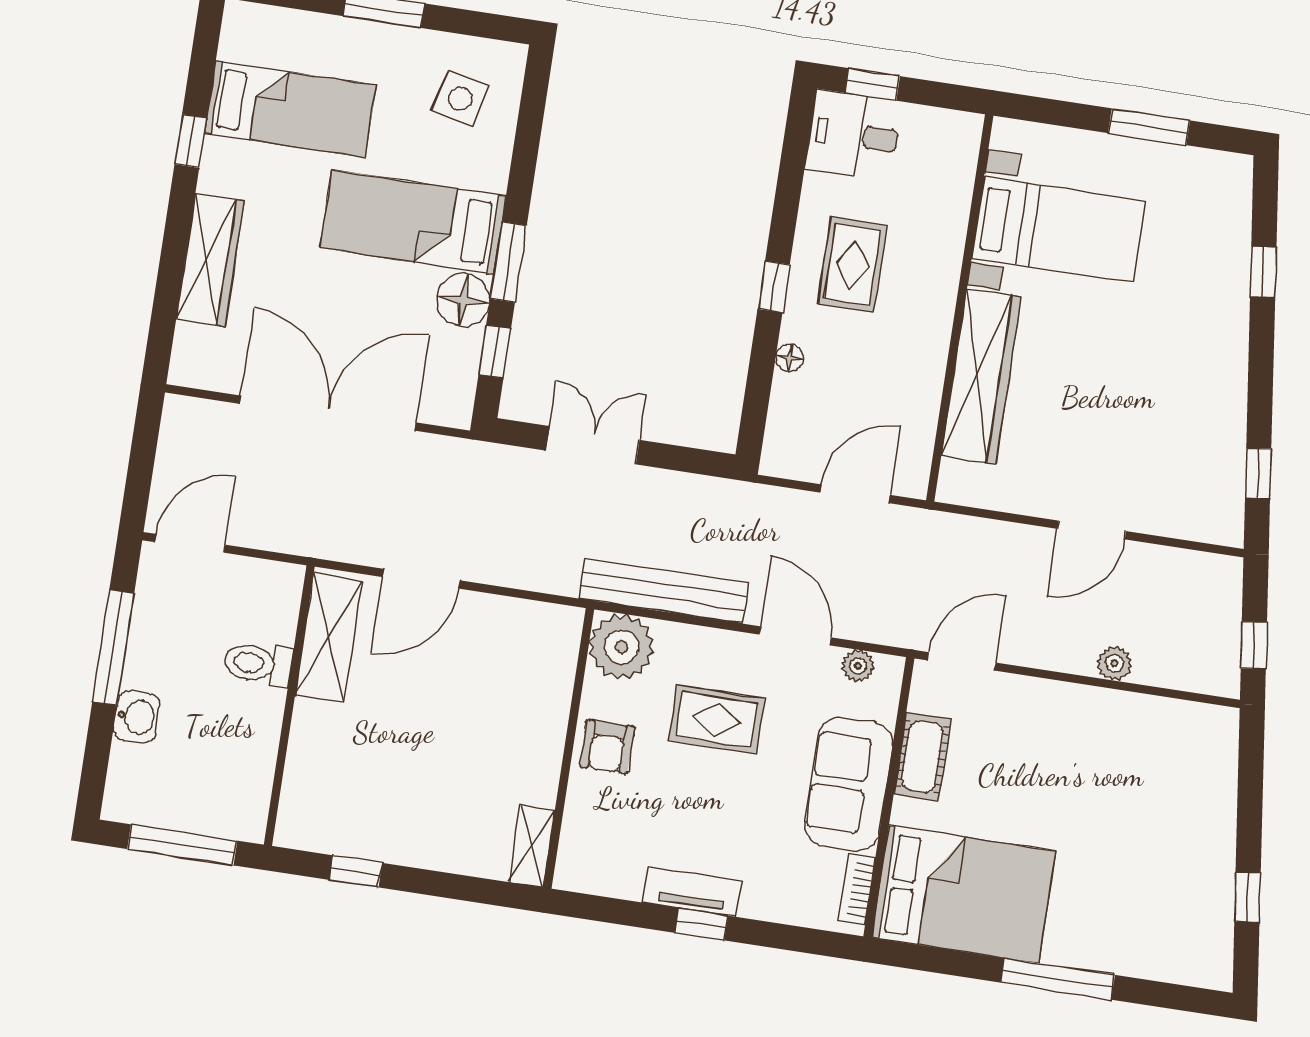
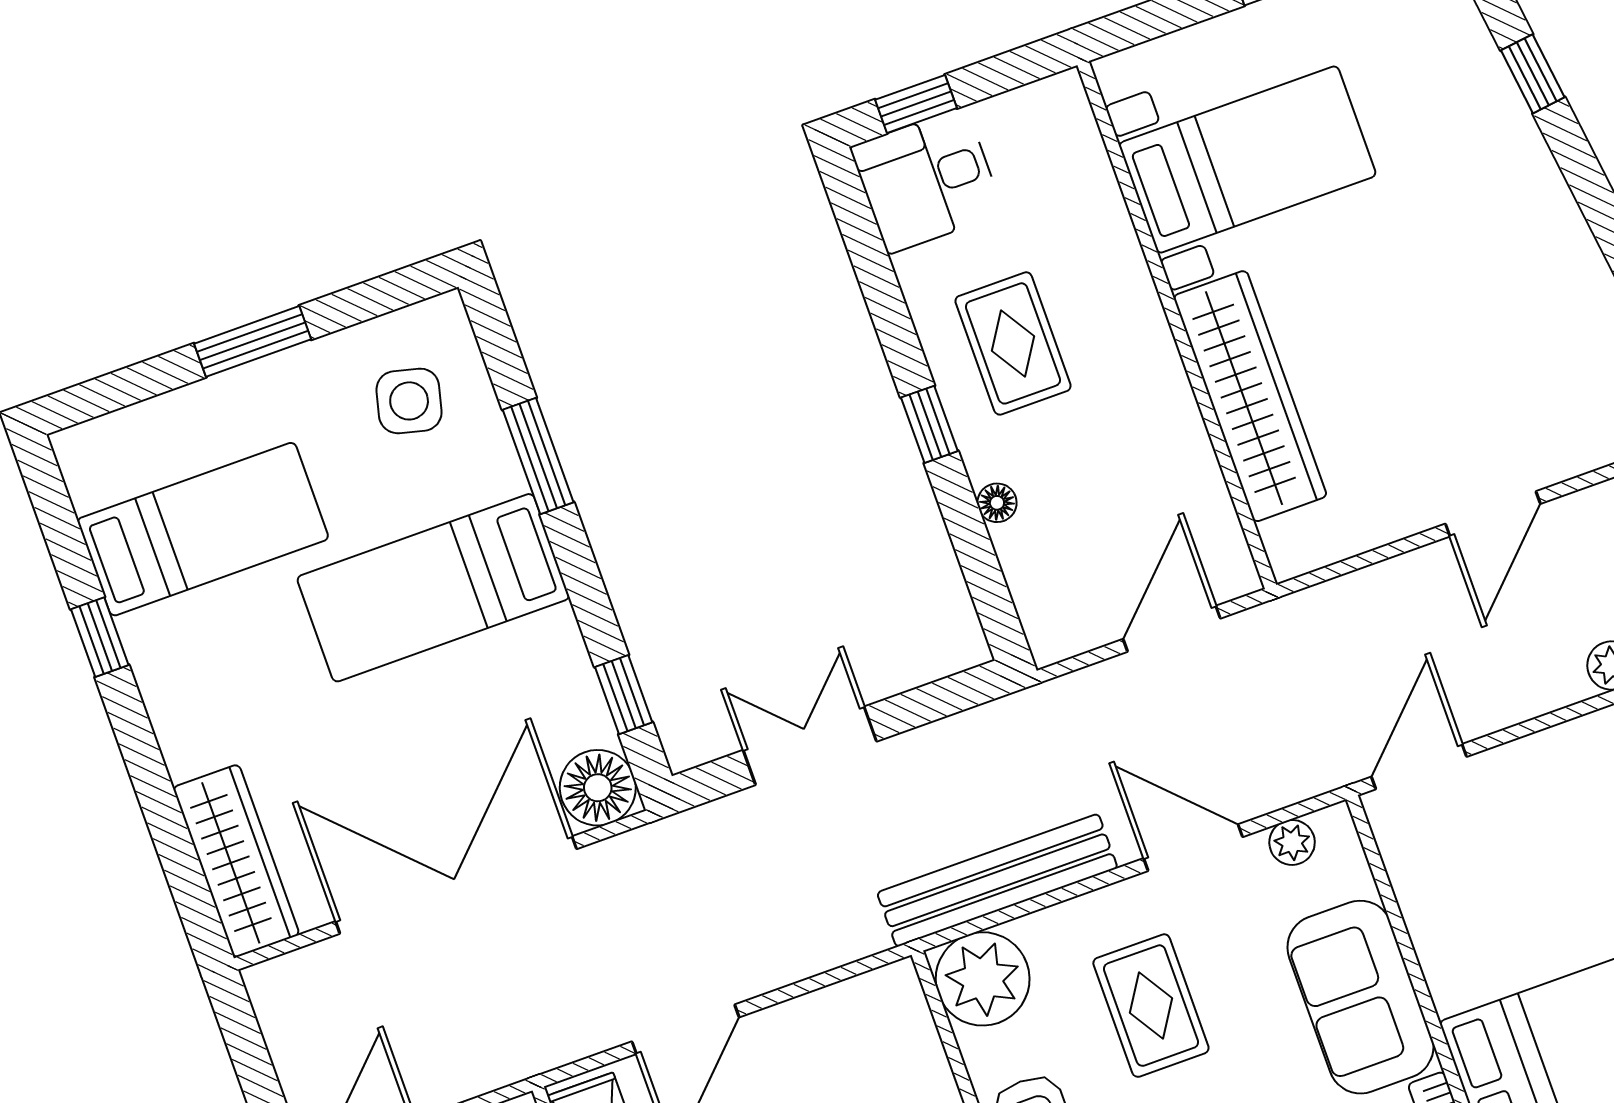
wardrobe: (210, 260) -> (236, 861), moved
window: (508, 262) -> (538, 456), moved
floor lamp: (463, 300) -> (598, 788), moved
rug: (717, 719) -> (1151, 1006), turned 90
cot: (922, 757) -> (1434, 913), removed

